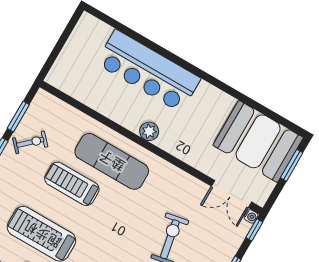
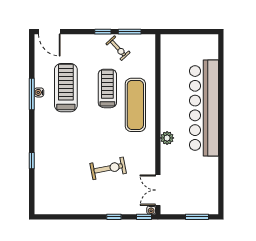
bar counter: (148, 71) -> (204, 108), width x1.36
plant: (149, 131) -> (167, 138), moved
booth: (258, 141) -> (200, 188), removed

